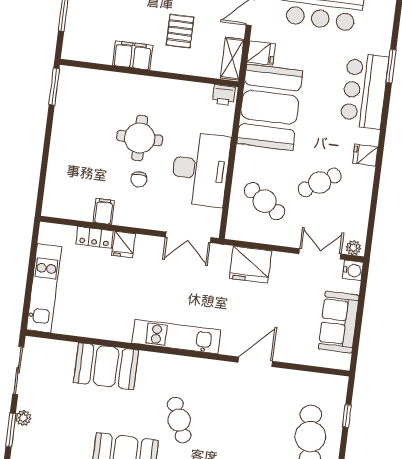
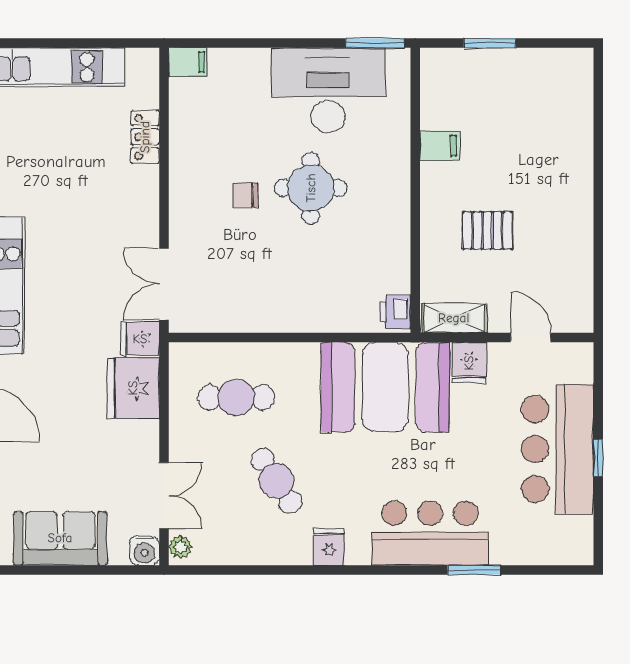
filing cabinet: (133, 55) -> (440, 146), width x0.50
desk: (201, 169) -> (328, 90), moved, turned 180
cafe table: (265, 201) -> (236, 398), turned 56
filing cabinet: (104, 211) -> (188, 62), moved
fridge: (124, 244) -> (140, 339), moved

